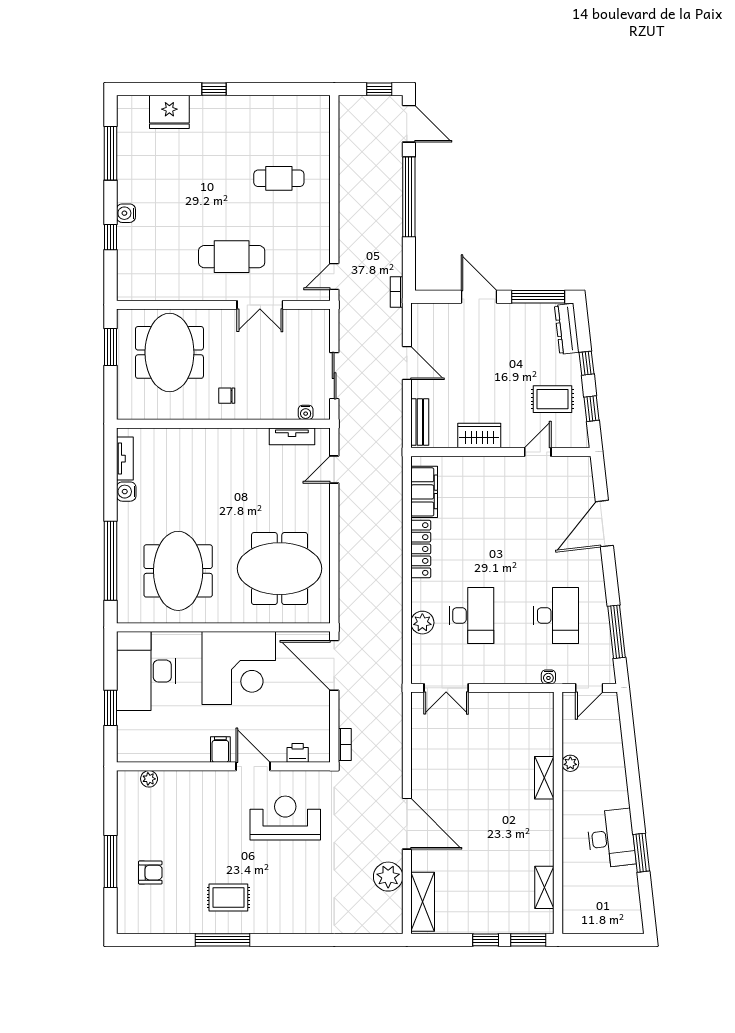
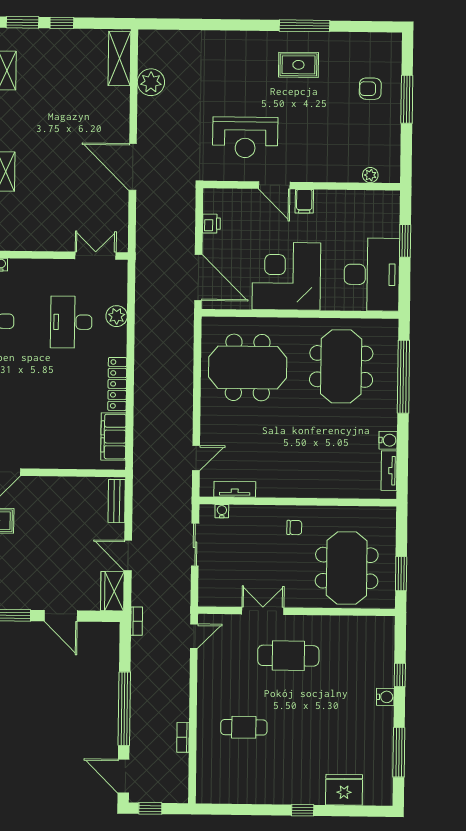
wardrobe: (479, 436) -> (112, 591), moved, turned 90
bookcase: (345, 744) -> (183, 737), moved
printer: (298, 753) -> (211, 224), moved, turned -90
door: (407, 824) -> (133, 167), moved

